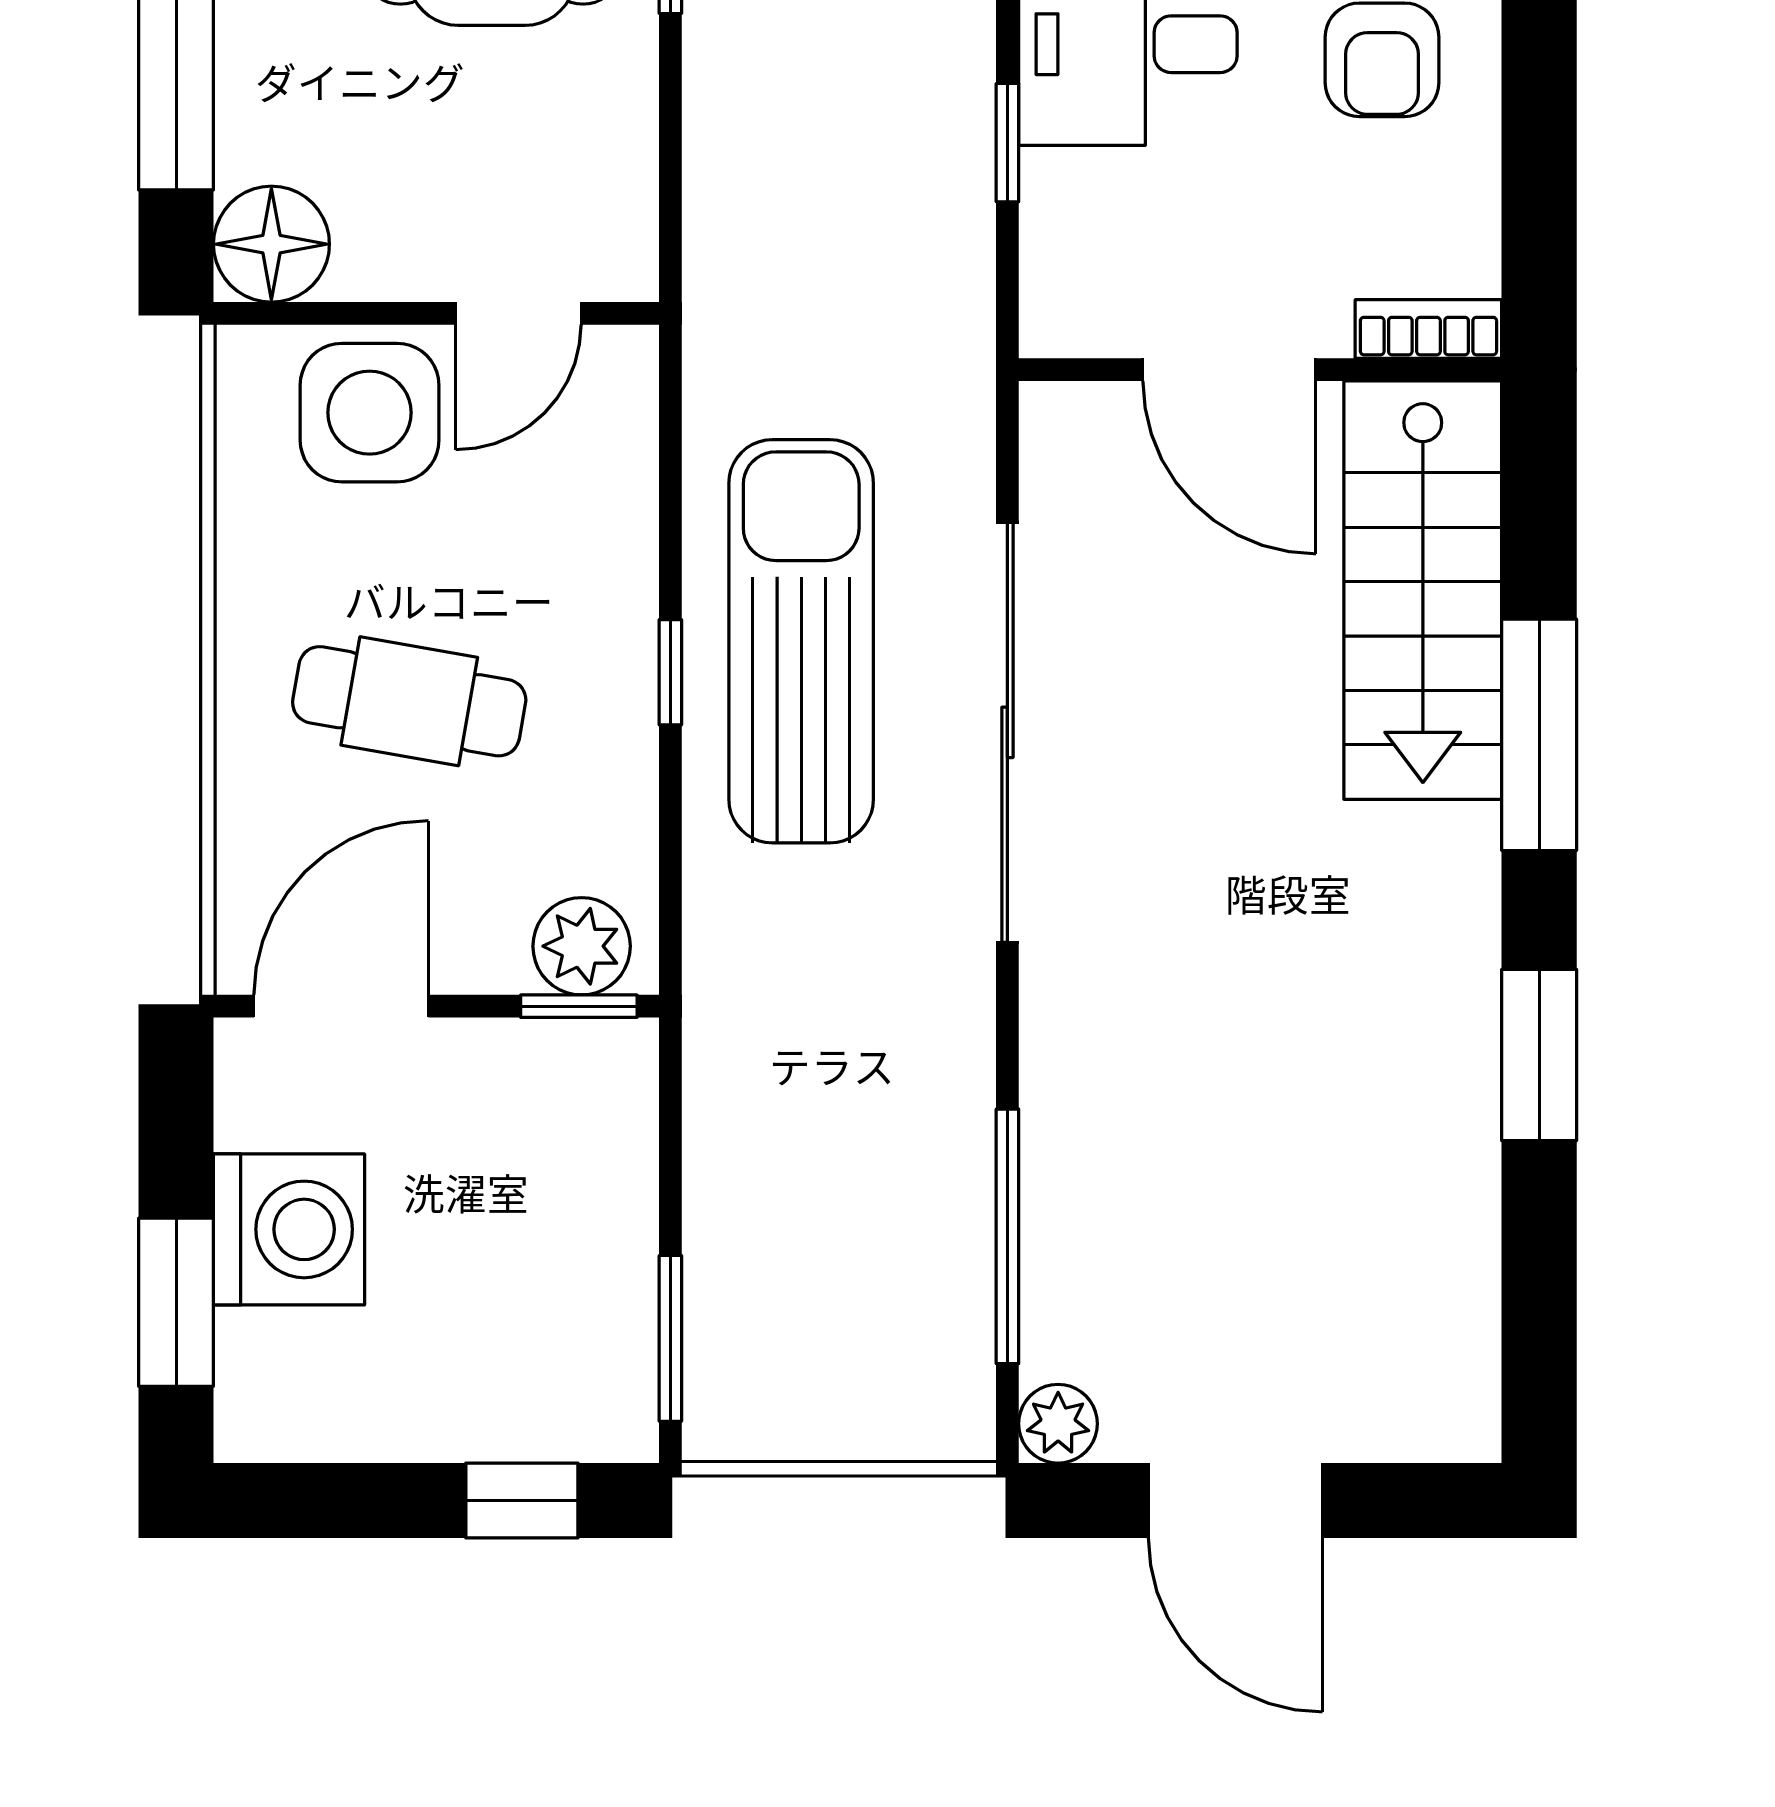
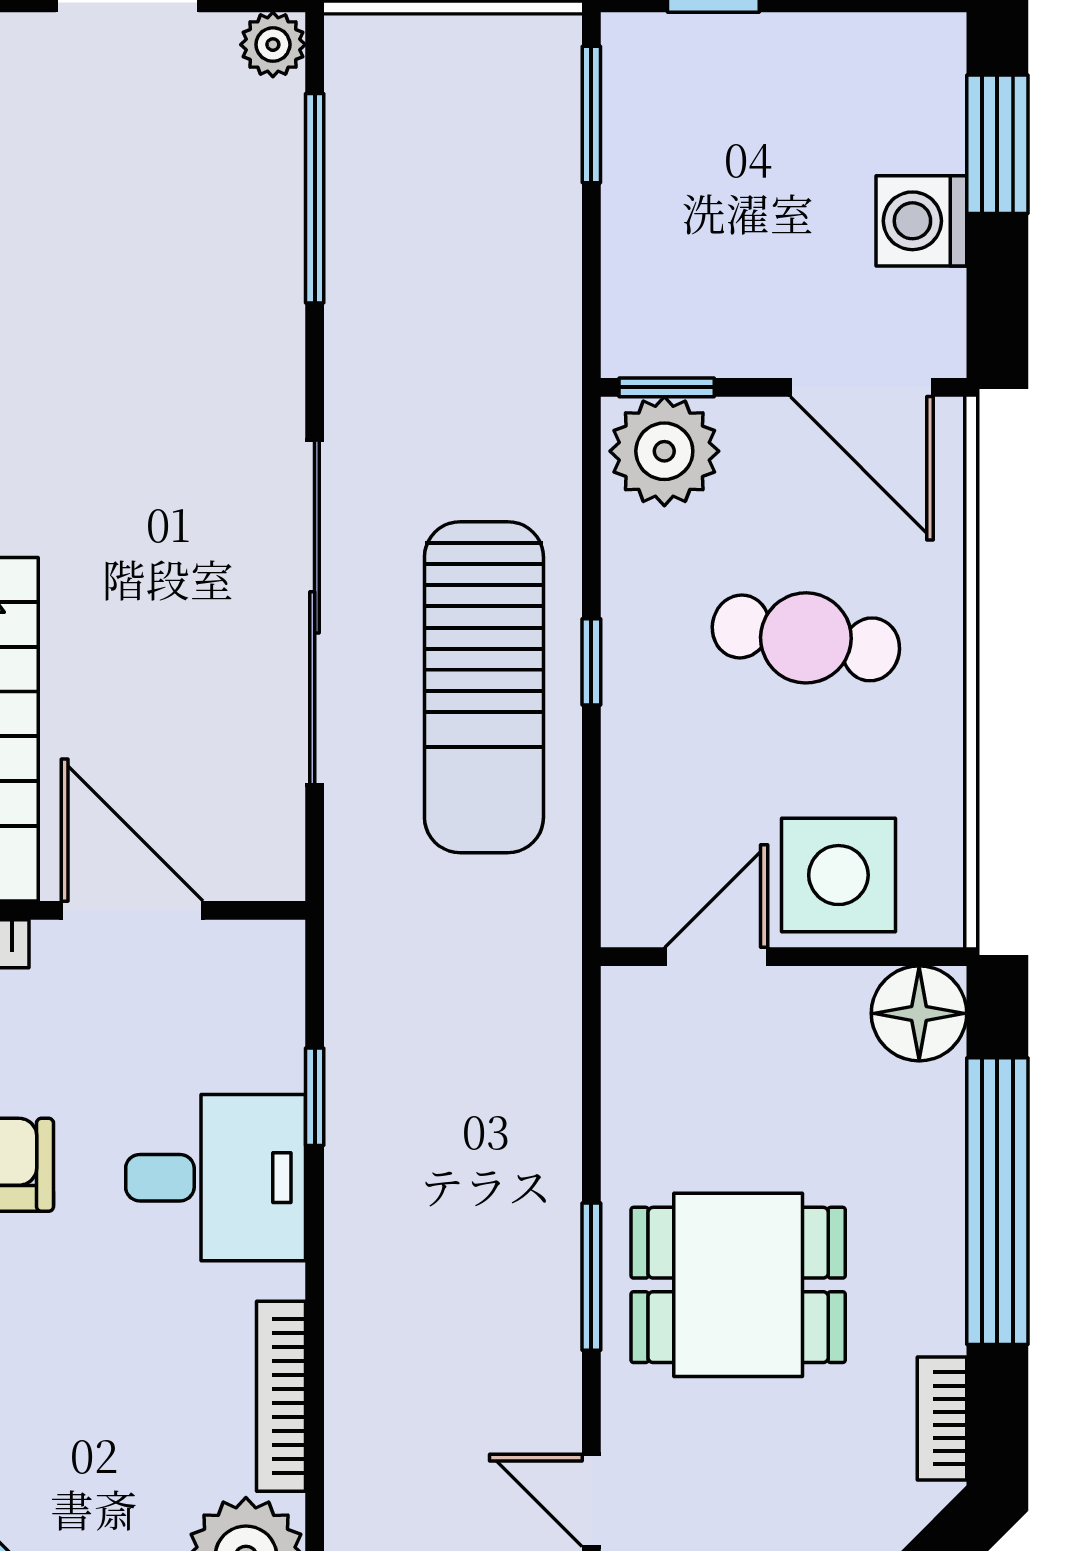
plant: (582, 946) -> (664, 451), width x1.36, depth x1.36
door: (341, 1006) -> (862, 387), hinge flipped
washing machine: (289, 1229) -> (921, 221), width x0.73, depth x0.73

